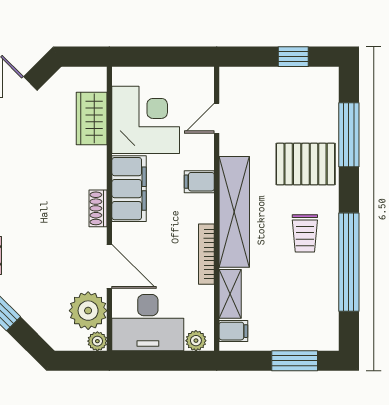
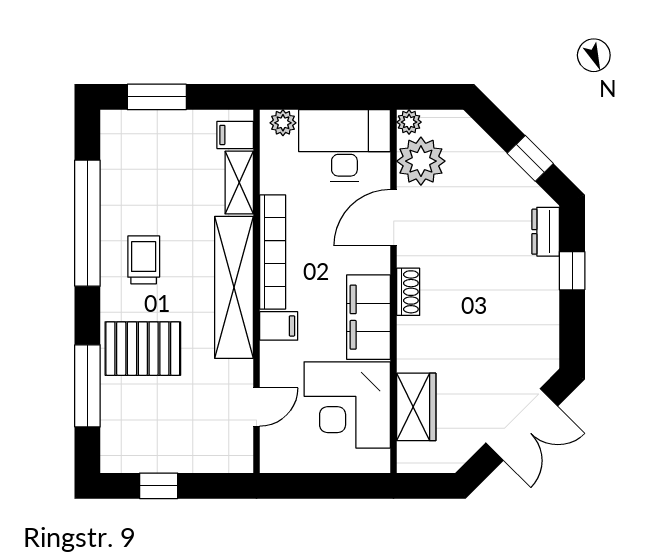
bookcase: (206, 254) -> (273, 252), width x1.48, depth x1.31
door: (109, 266) -> (394, 218), hinge flipped

